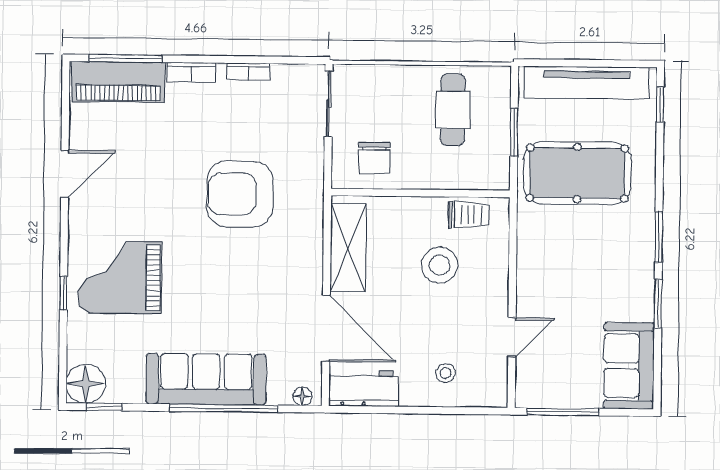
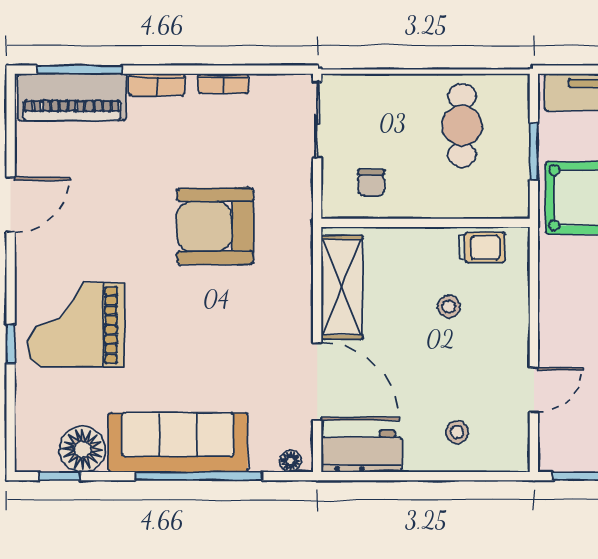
chair: (374, 158) -> (371, 183), width x0.73, depth x0.73
stool: (440, 265) -> (449, 307), width x0.53, depth x0.53
floor lamp: (86, 384) -> (83, 449), moved

